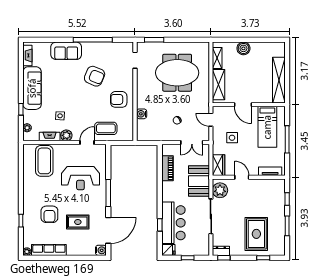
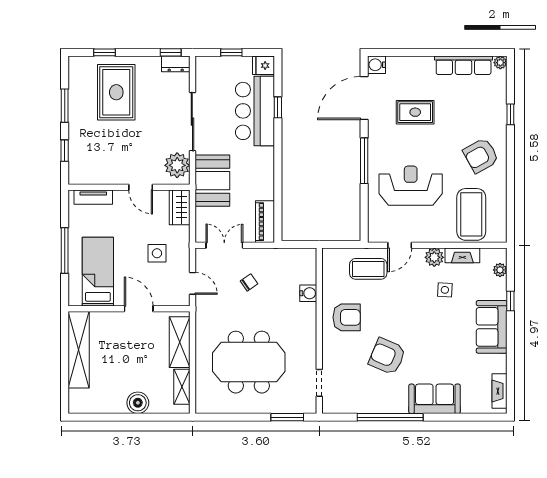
sofa: (32, 88) -> (492, 327), width x0.73
piano: (168, 168) -> (265, 222), moved
armchair: (49, 214) -> (481, 155), moved, turned -119

